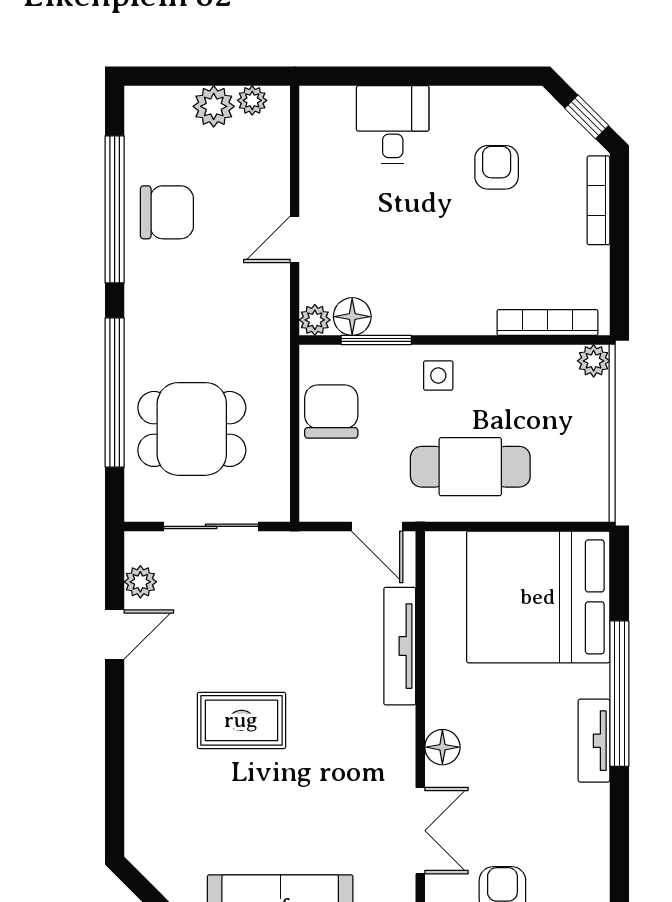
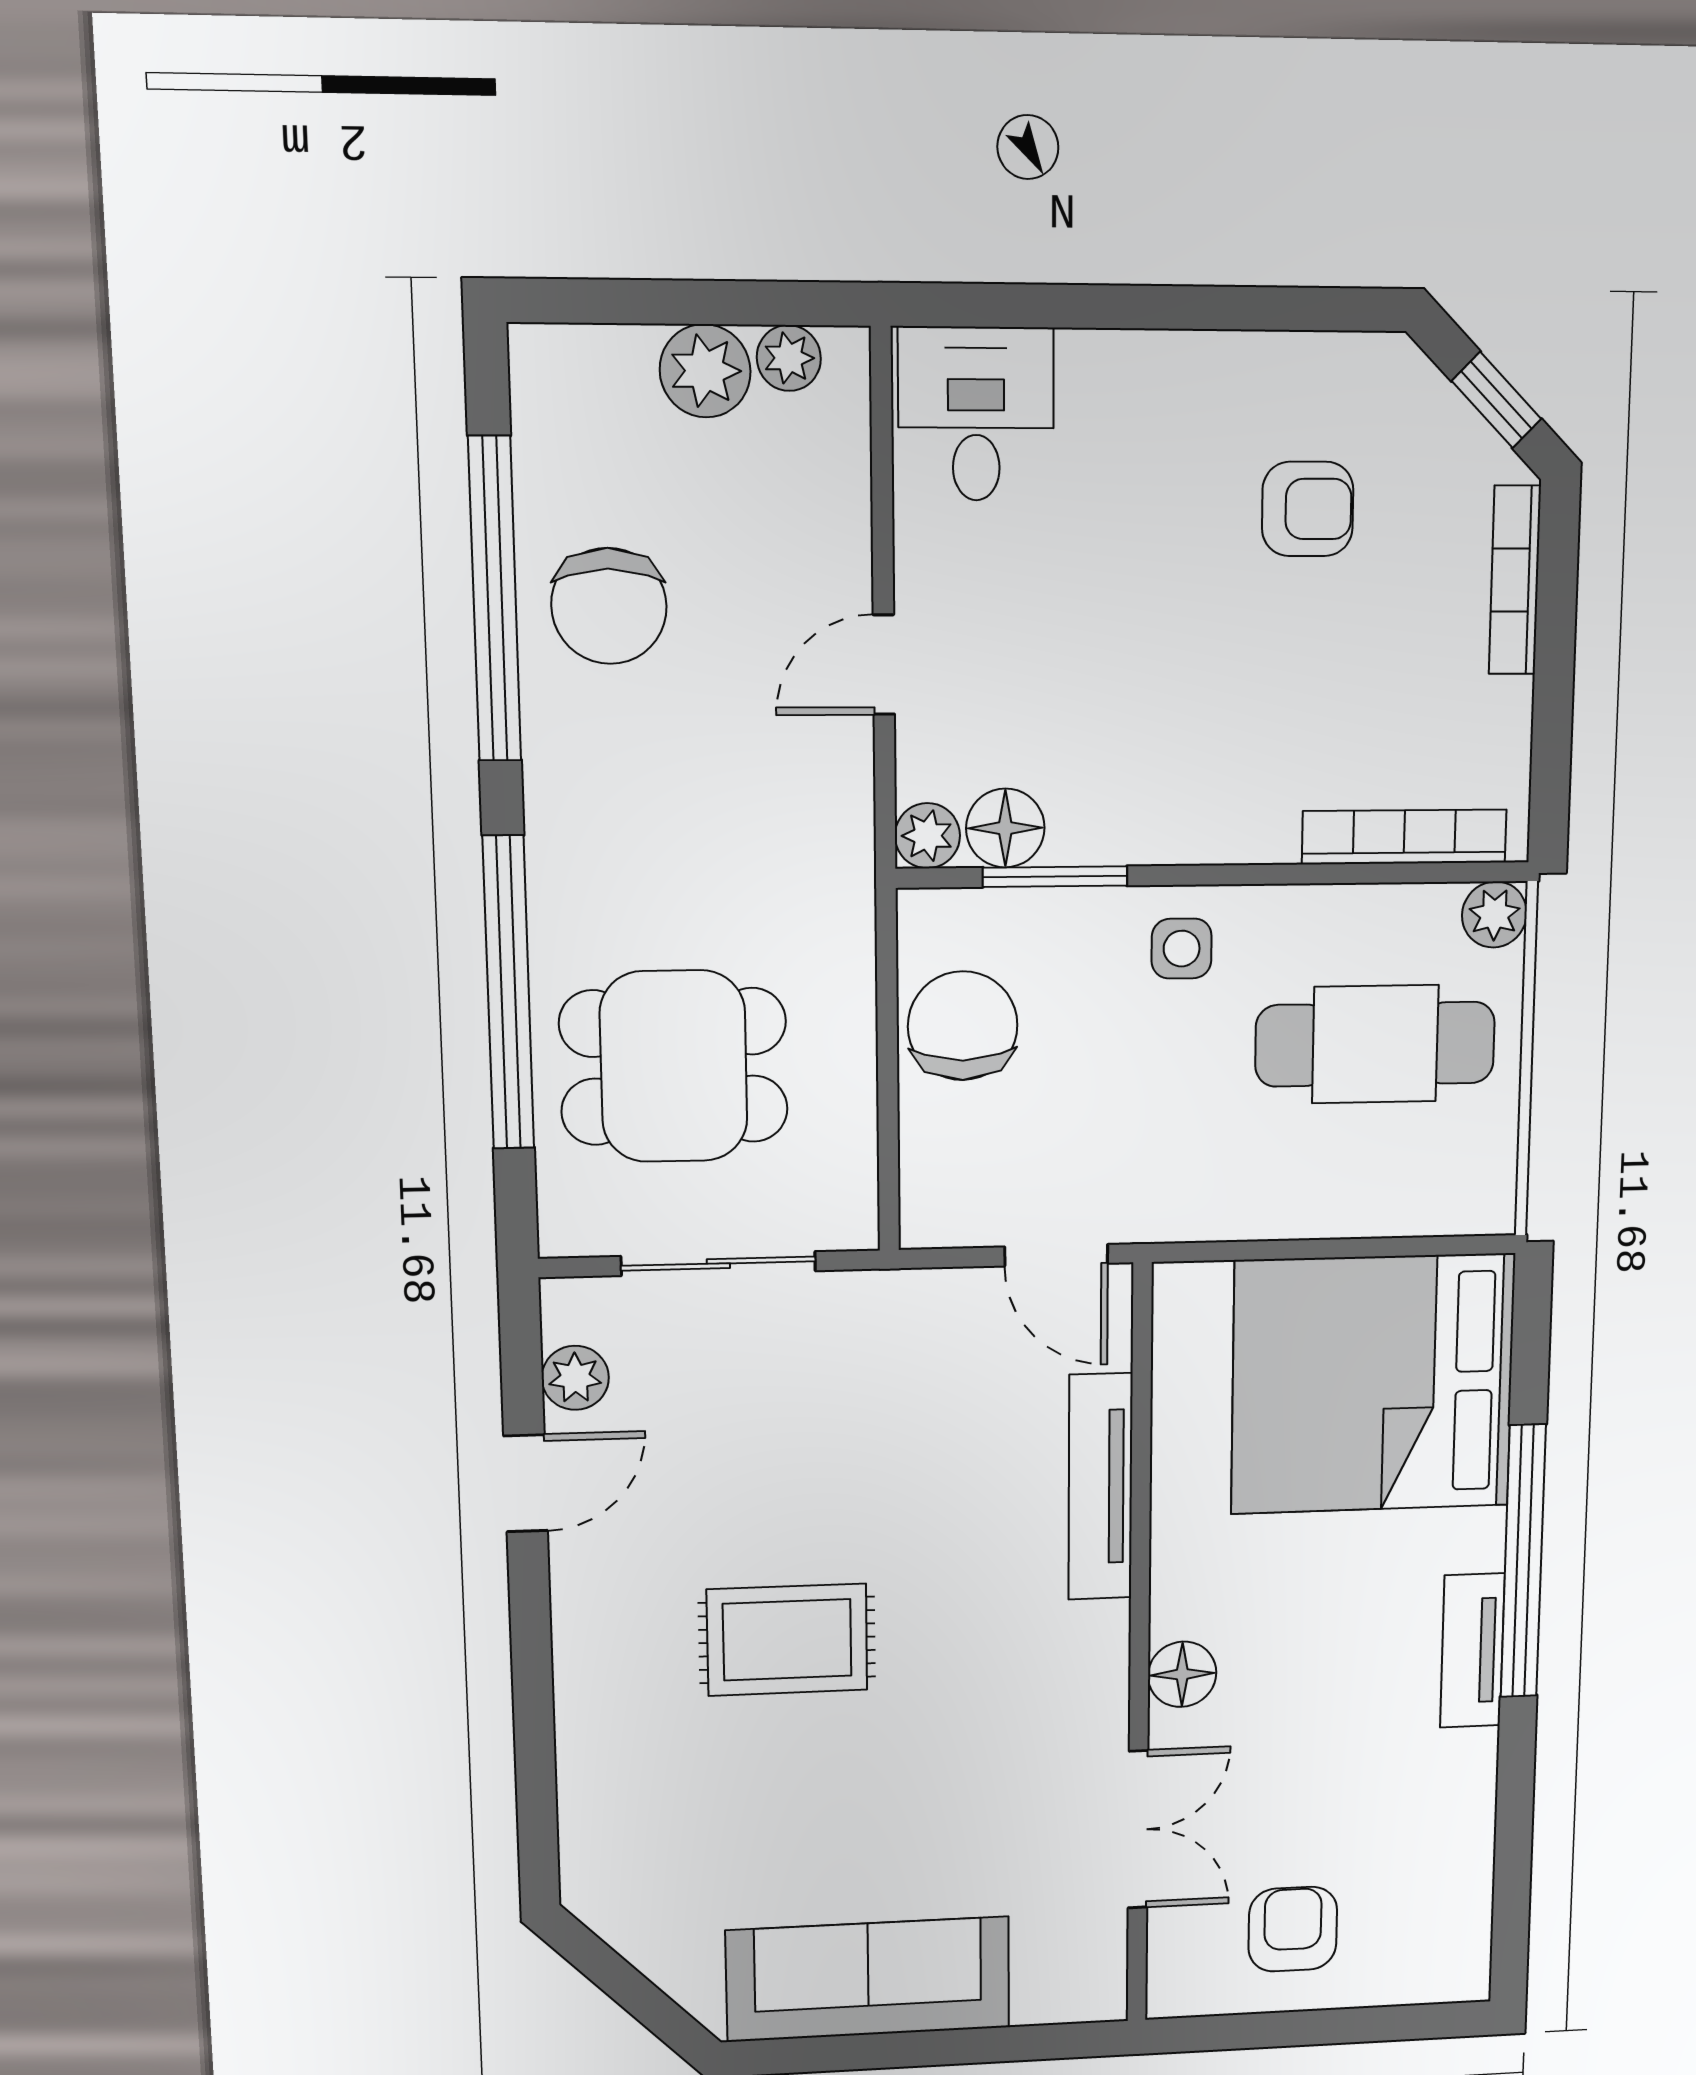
desk: (393, 125) -> (976, 414), moved
armchair: (497, 167) -> (1308, 509), turned 90
chair: (167, 212) -> (609, 606), turned 90
cafe table: (470, 467) -> (1375, 1044), moved

